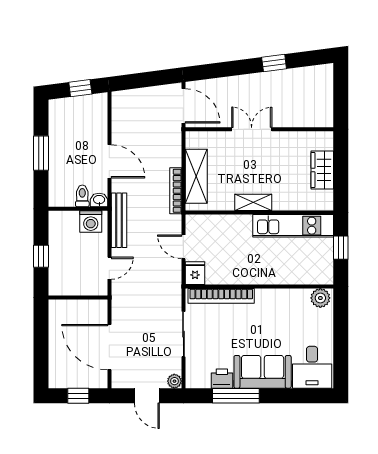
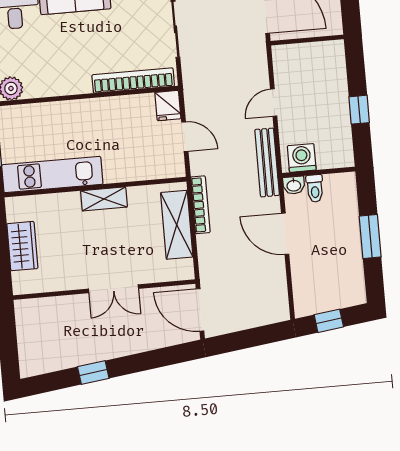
wall: (78, 298) -> (307, 40), moved

